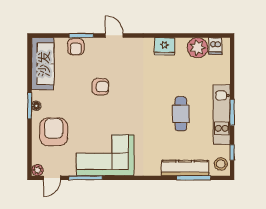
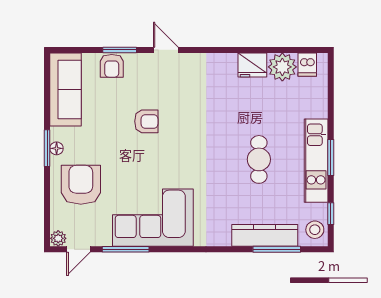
fridge: (164, 46) -> (252, 65), moved

